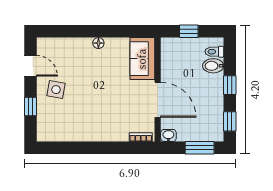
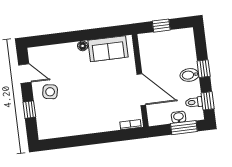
toilet: (214, 52) -> (194, 102), moved
sofa: (142, 59) -> (108, 49), moved, turned -90
bidet: (213, 66) -> (189, 75), moved
washbasin: (168, 135) -> (179, 117), moved

